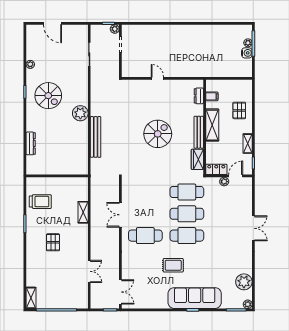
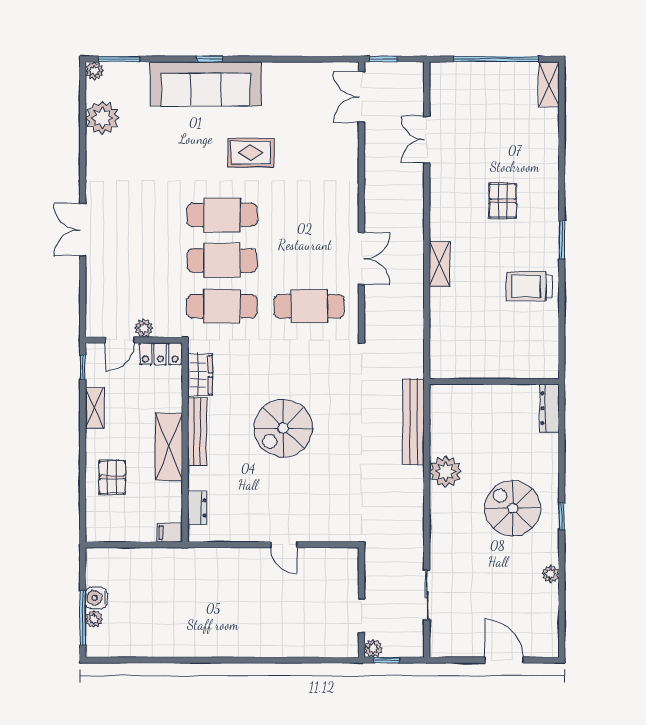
filing cabinet: (212, 96) -> (170, 533), moved
wall: (57, 176) -> (494, 381), moved
cafe table: (145, 236) -> (309, 306), moved

